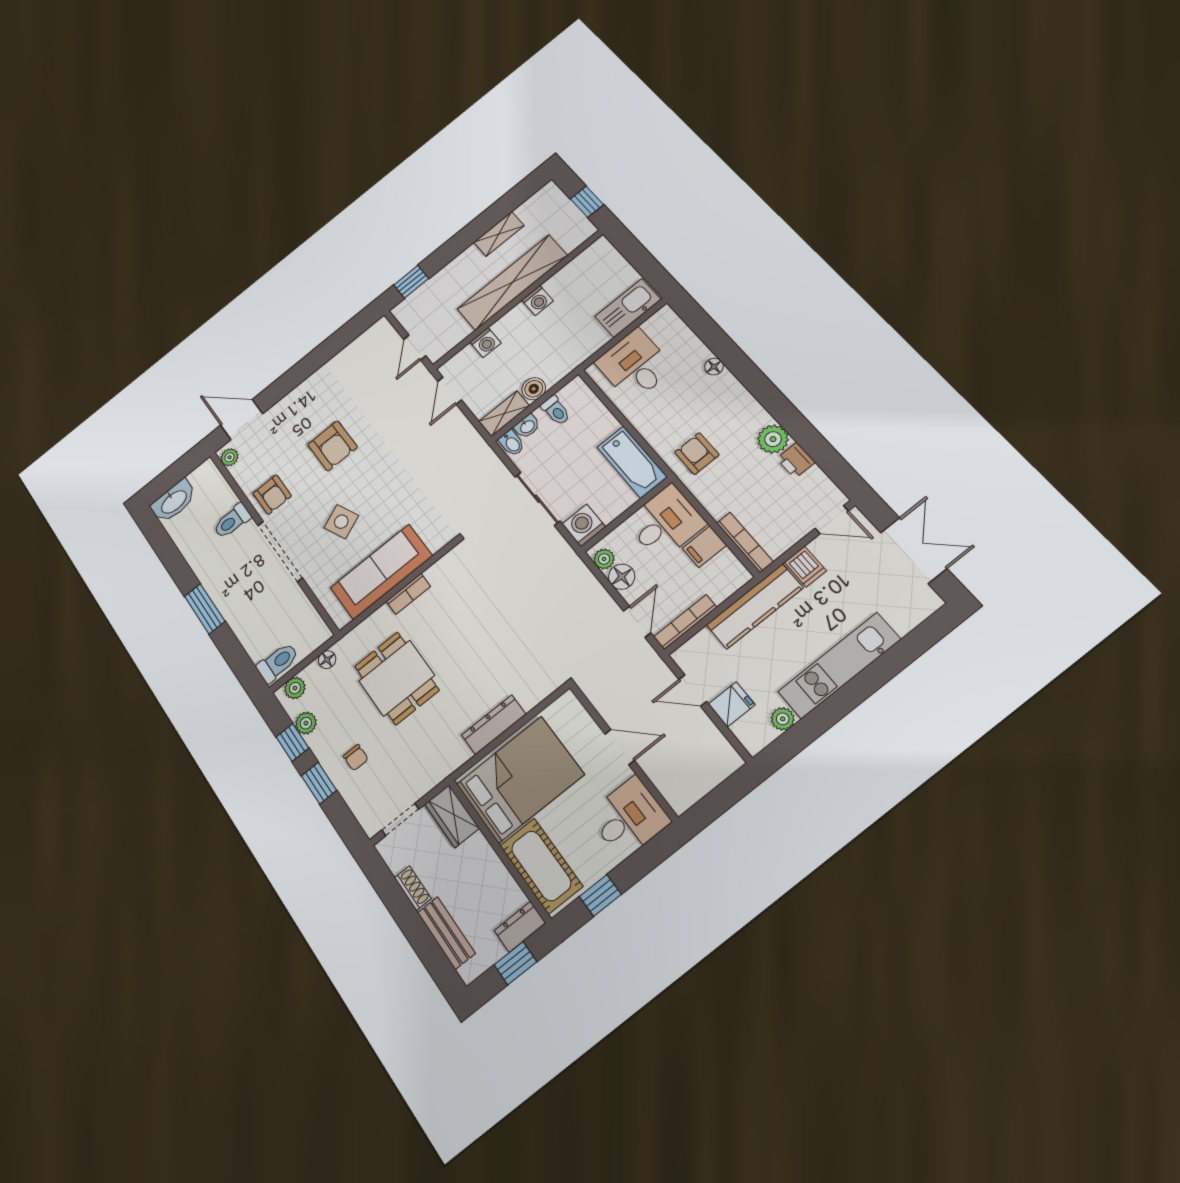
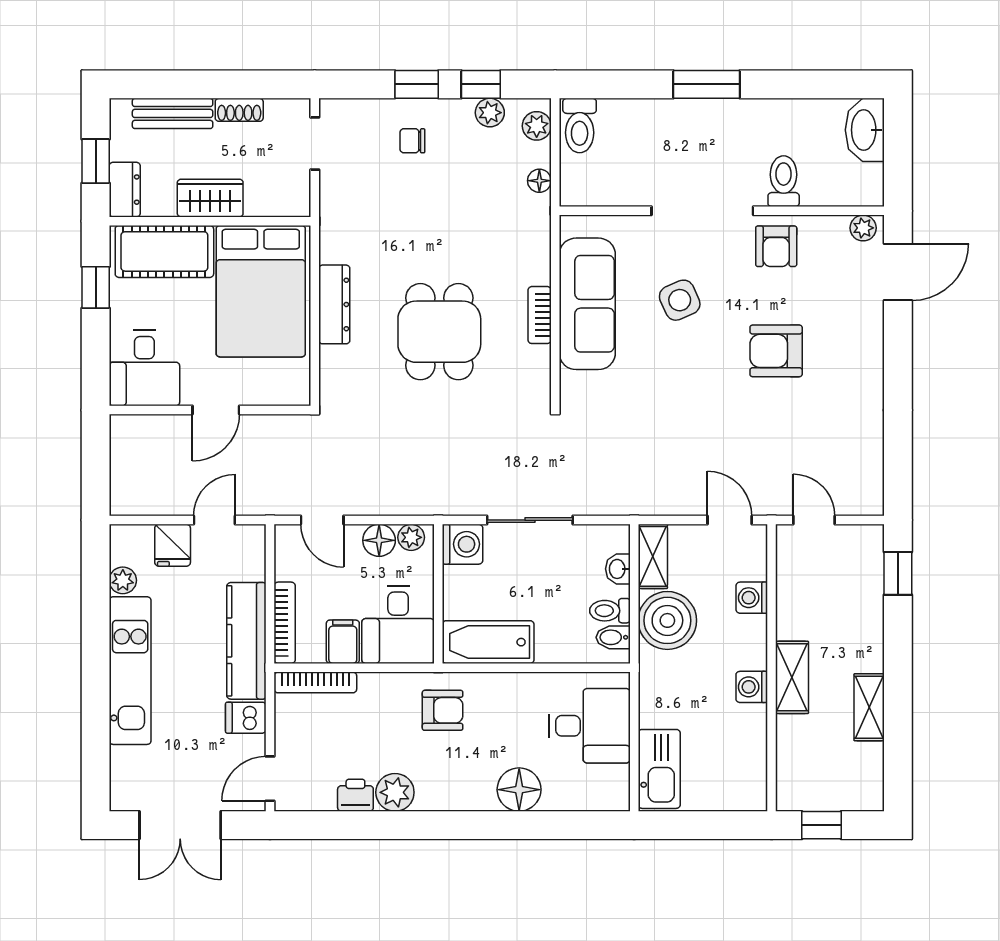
shelving: (512, 282) -> (792, 677), width x0.45, depth x0.75
floor lamp: (714, 367) -> (519, 790), width x1.89, depth x1.89
boiler: (534, 389) -> (667, 620), width x1.86, depth x1.86
bidet: (512, 443) -> (613, 637), moved
armchair: (272, 495) -> (776, 246), turned -90
bookcase: (685, 622) -> (285, 623), moved
dining table: (397, 678) -> (439, 332), moved, turned 90
wardrobe: (452, 816) -> (210, 198), moved

